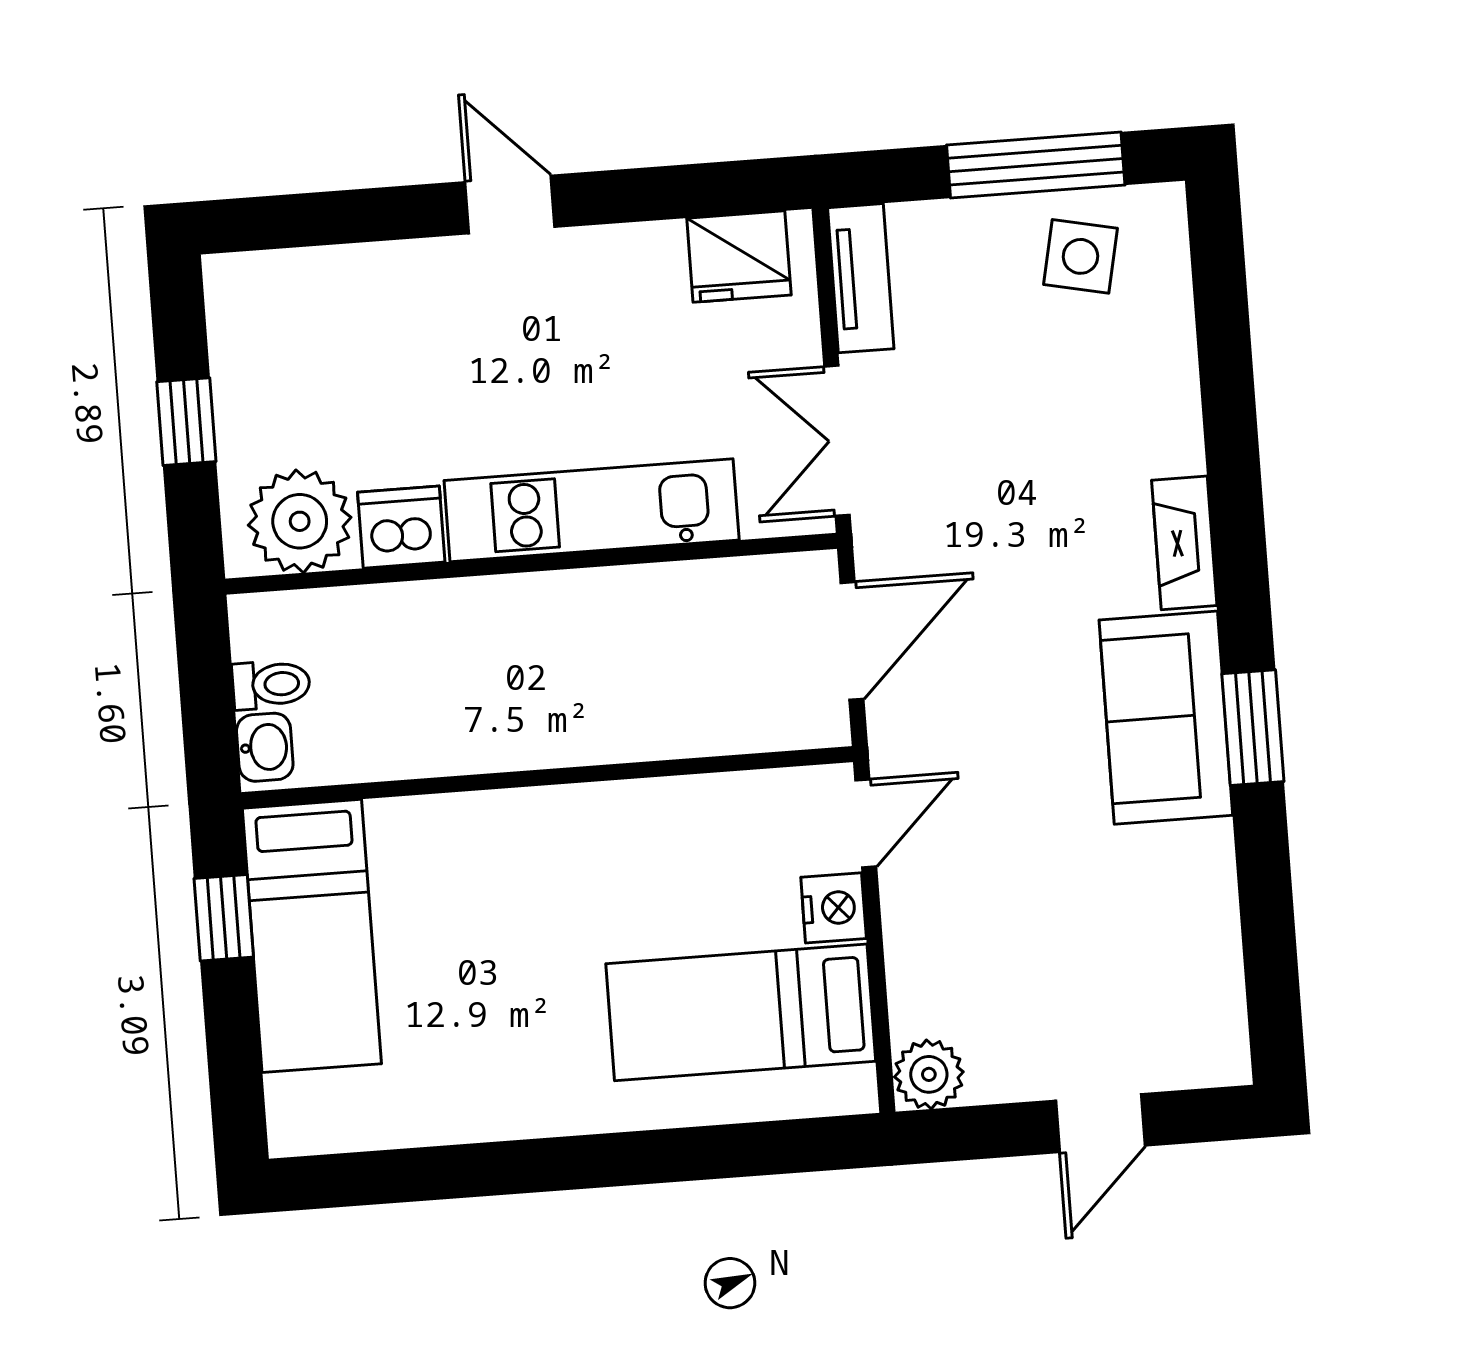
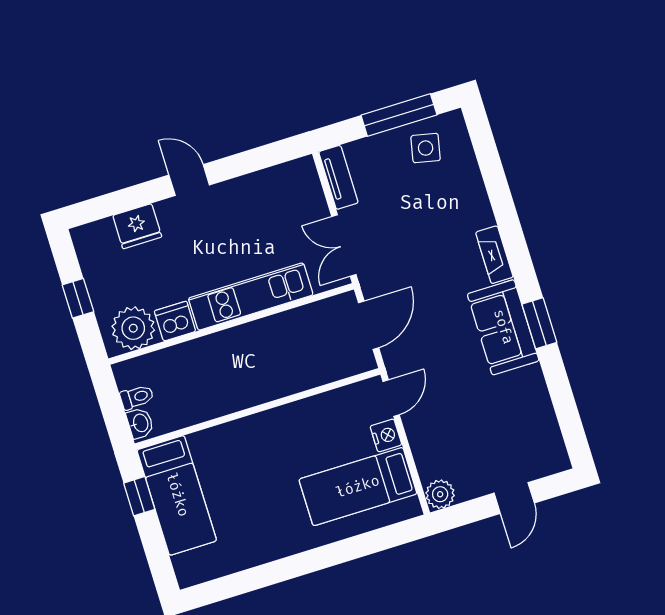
fridge: (739, 257) -> (137, 226), moved

